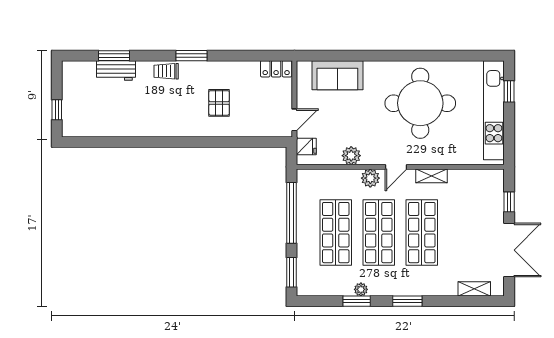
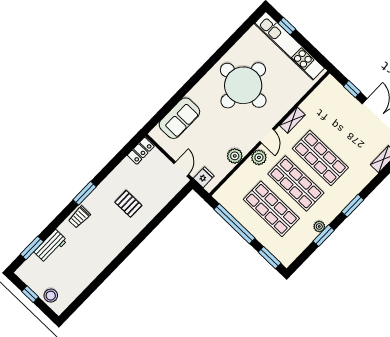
window: (114, 56) -> (32, 248), moved
window: (57, 110) -> (30, 294), moved
stool: (73, 113) -> (51, 296), added

